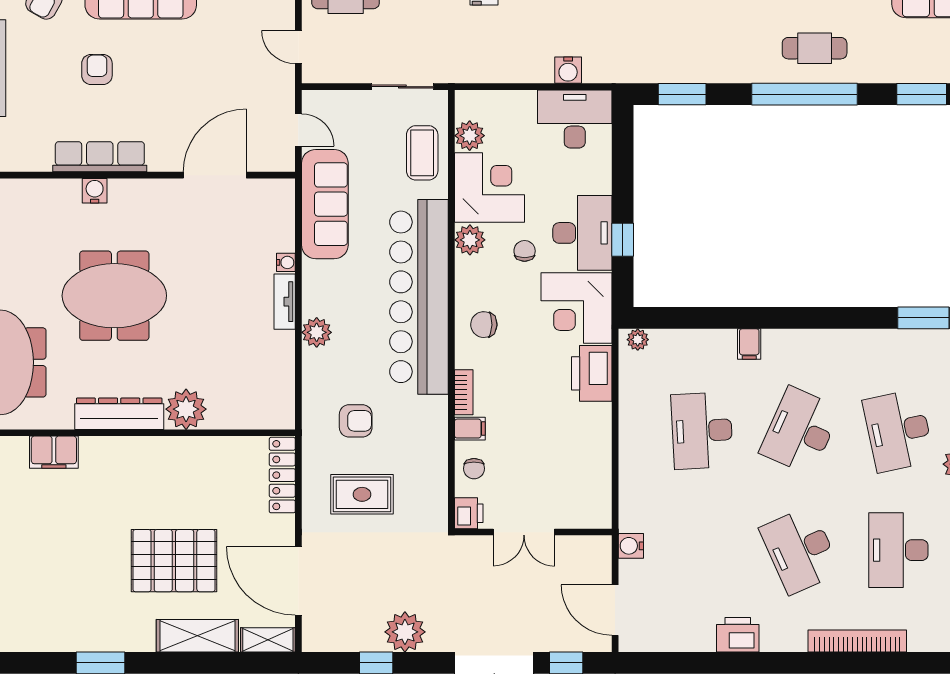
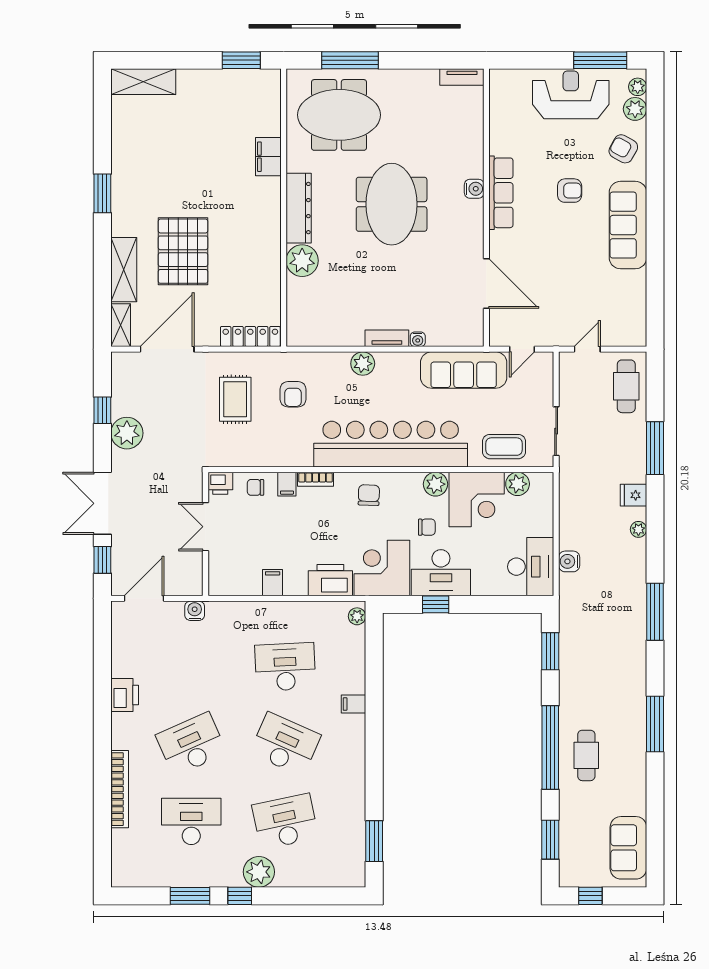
filing cabinet: (595, 447) -> (273, 583), added

